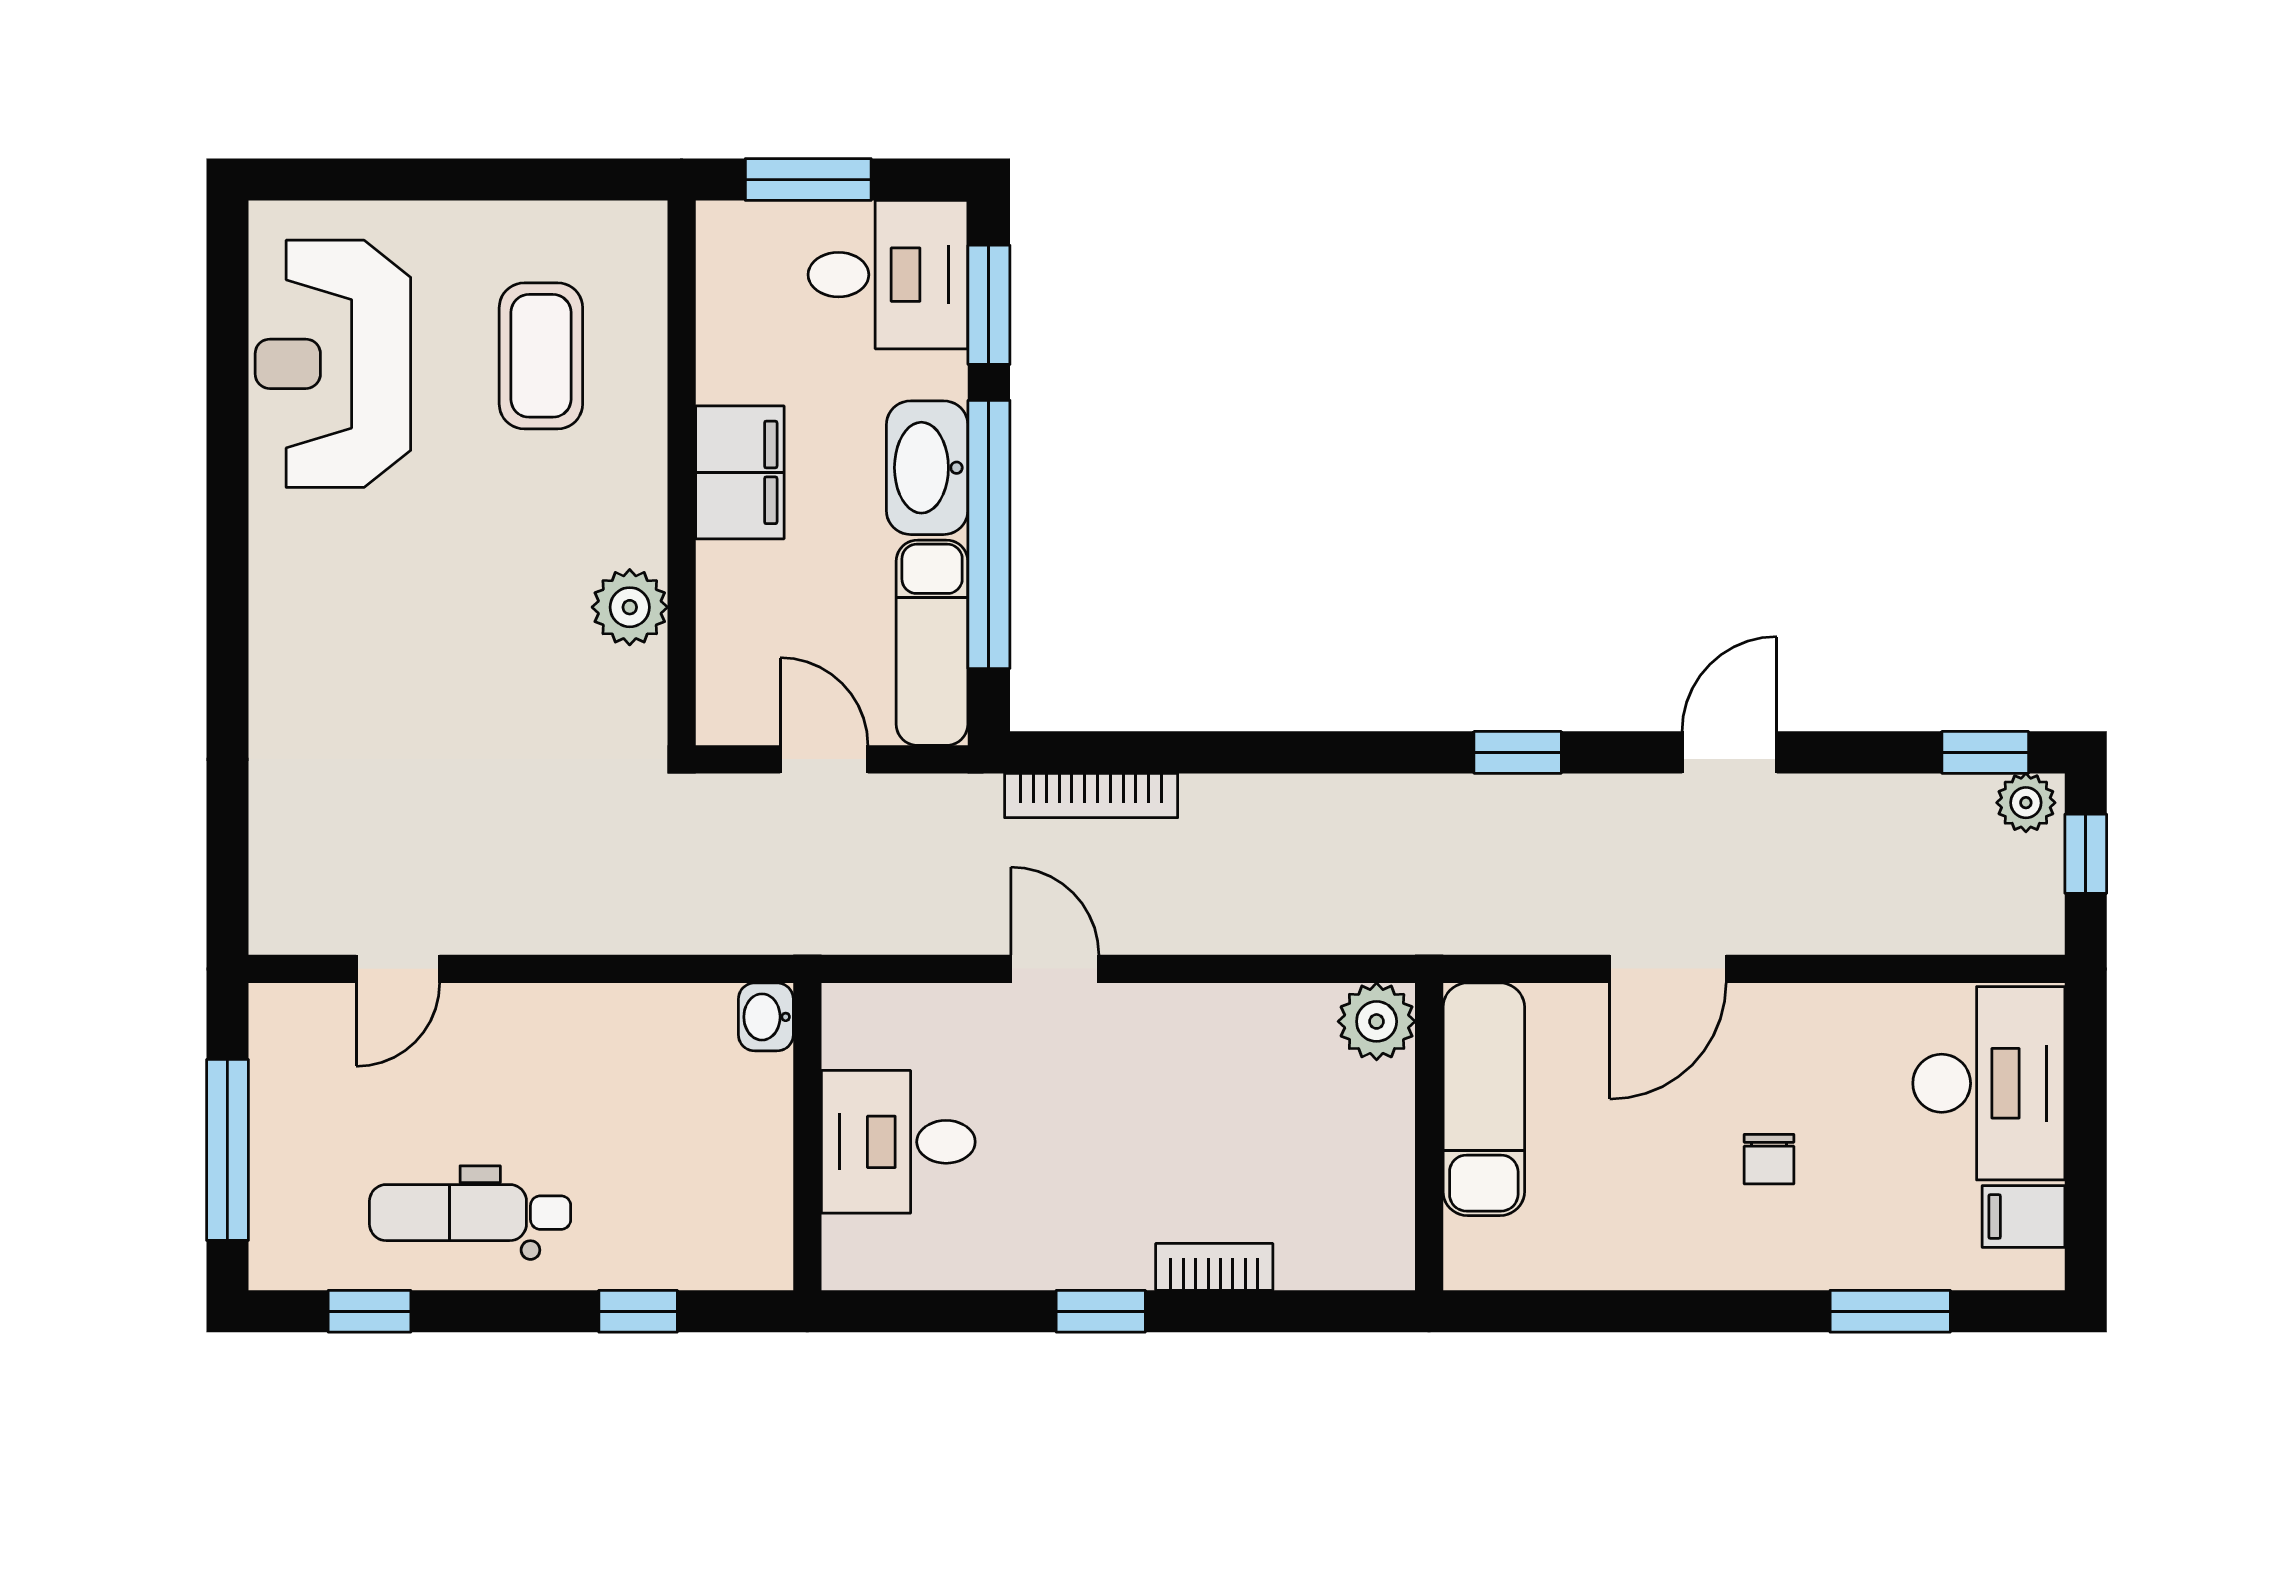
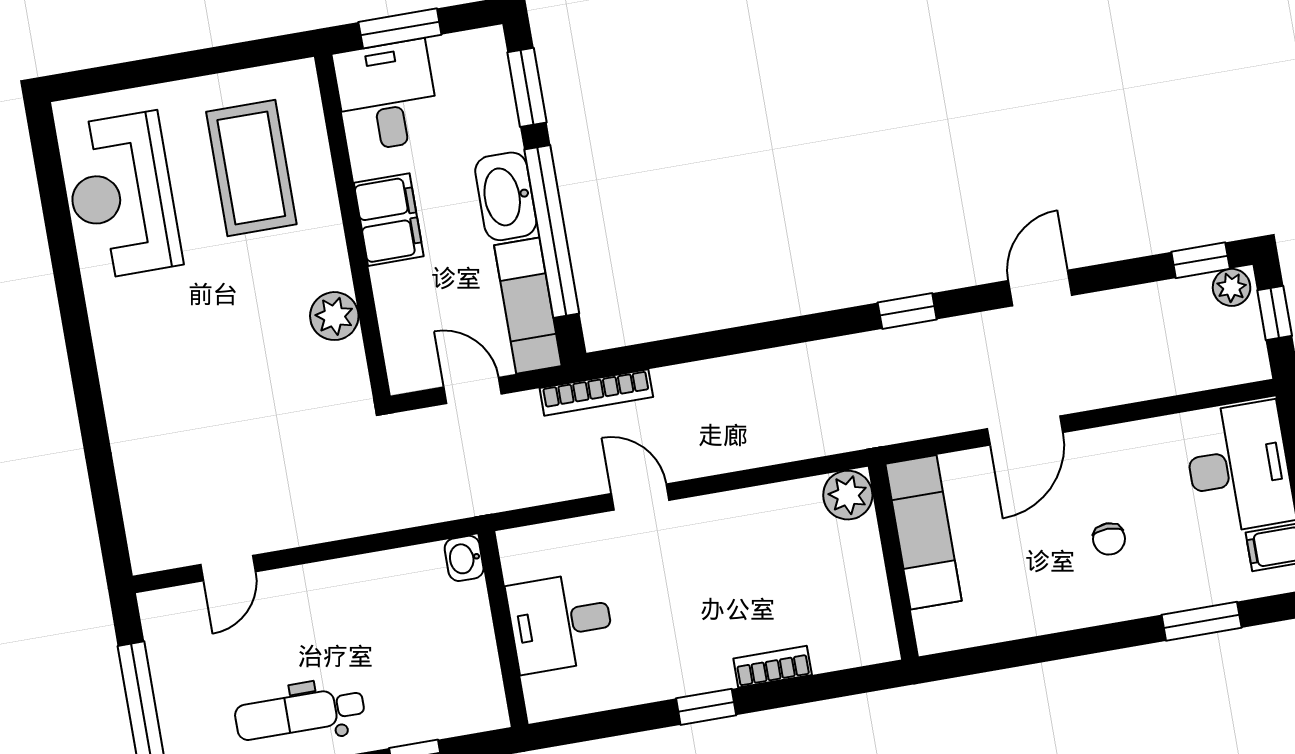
desk: (888, 275) -> (387, 96), moved, turned -90
coffee table: (541, 356) -> (251, 168), width x1.36, depth x1.32
bookcase: (1091, 795) -> (596, 392), moved

